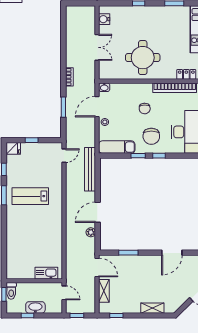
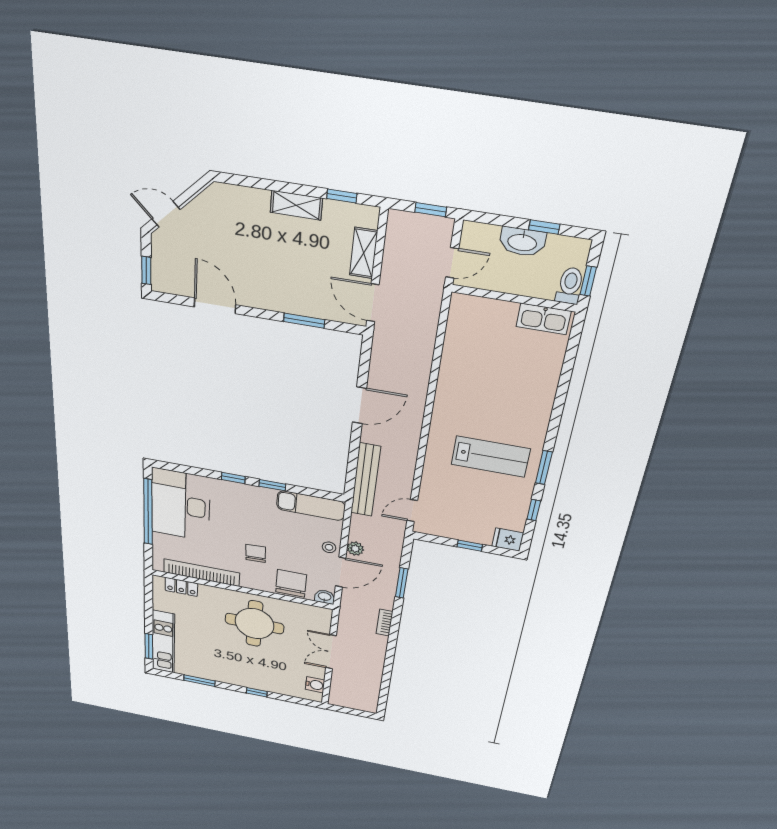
chair: (151, 136) -> (291, 583), moved
plant: (91, 232) -> (355, 549), moved
door: (172, 253) -> (215, 306), hinge flipped
kitchen sink: (46, 273) -> (544, 319), moved
door: (64, 293) -> (452, 263), swing flipped
shelving: (152, 308) -> (296, 205), moved

